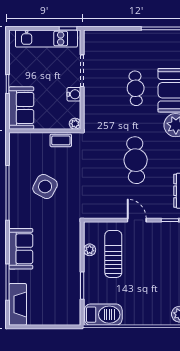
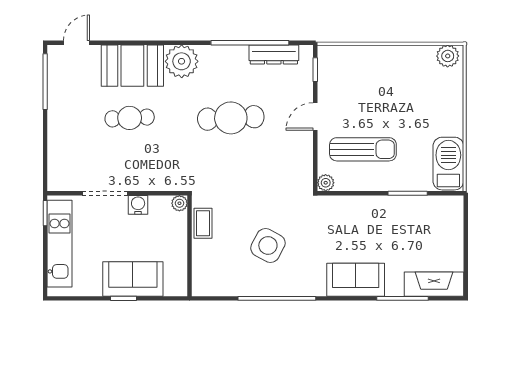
sofa: (21, 108) -> (133, 279), moved
plant: (90, 250) -> (326, 183), moved
sun lounger: (113, 254) -> (363, 149), turned 180

